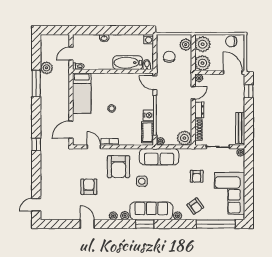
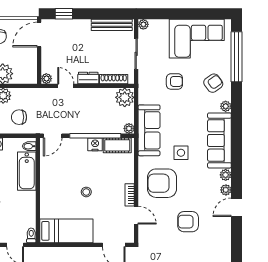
plant: (202, 63) -> (27, 74), removed
door: (94, 147) -> (136, 215), swing flipped
armchair: (118, 167) -> (162, 183), turned 180
door: (87, 224) -> (237, 207), moved
window: (145, 224) -> (237, 149), removed

